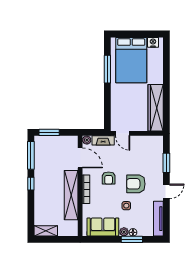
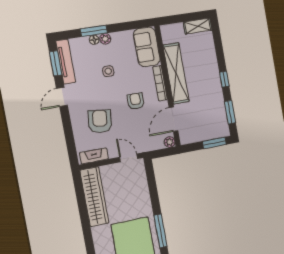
fireplace: (103, 140) -> (94, 156), moved
window: (31, 155) -> (230, 112), width x0.69
door: (80, 158) -> (173, 119), hinge flipped
window: (166, 163) -> (56, 63), moved
armchair: (136, 184) -> (100, 121), moved, turned -83
sofa: (103, 227) -> (147, 47), moved, turned 90

